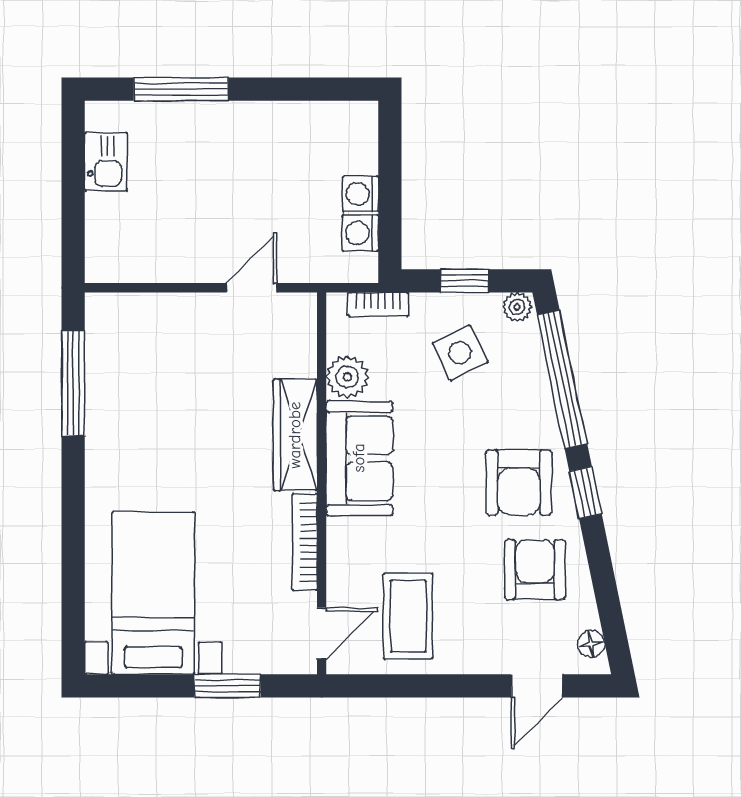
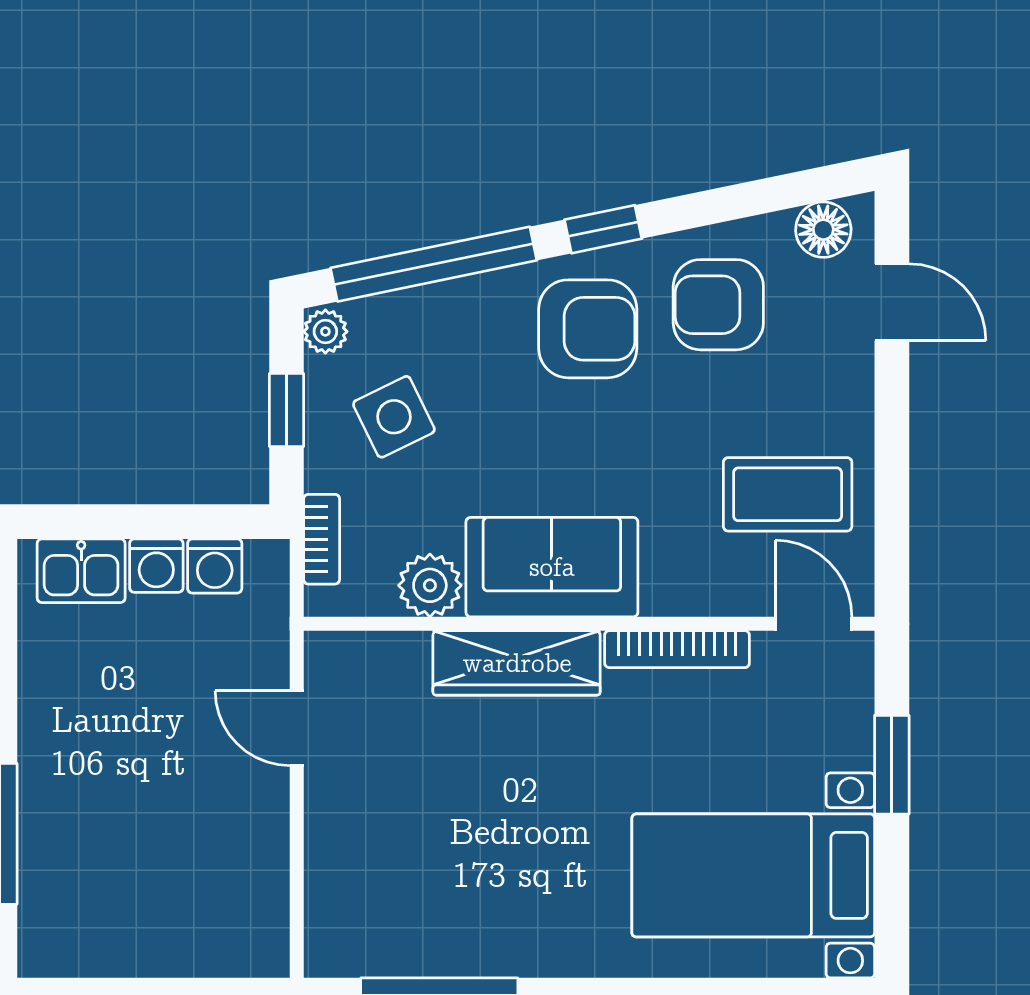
kitchen sink: (106, 162) -> (81, 571), moved, turned 180
floor lamp: (591, 644) -> (823, 230), width x1.37, depth x1.37

